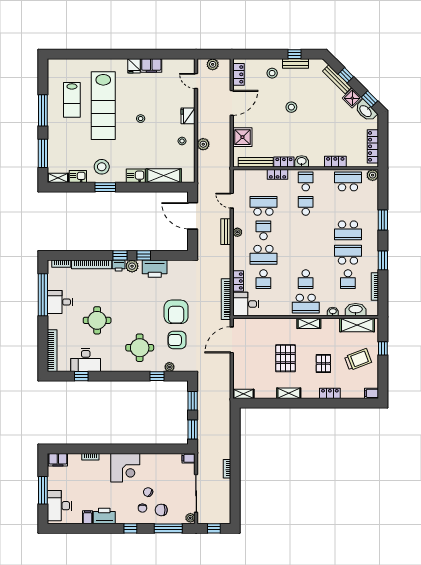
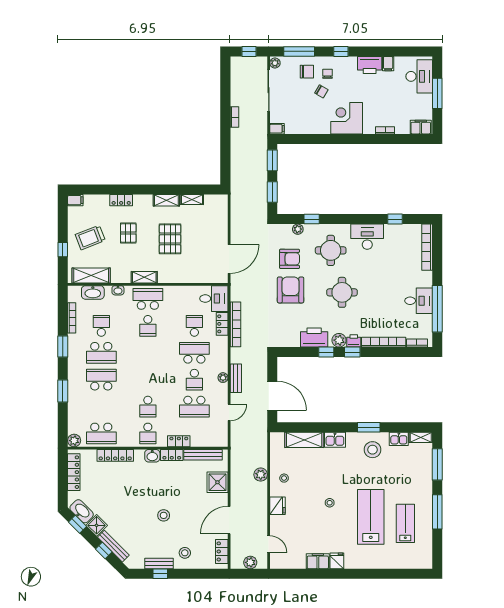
lab bench: (103, 106) -> (371, 517), width x0.73
locker: (335, 162) -> (115, 455), width x1.53
door: (232, 201) -> (229, 412), hinge flipped
school desk: (306, 279) -> (148, 326), turned 180
bookcase: (226, 299) -> (235, 324), moved
round table: (97, 320) -> (342, 292), moved
desk: (86, 360) -> (367, 237), moved
shelving: (243, 394) -> (192, 200), moved

